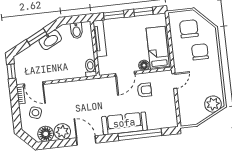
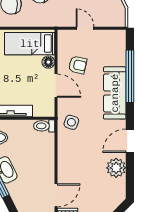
door: (174, 81) -> (85, 28), moved
armchair: (144, 90) -> (78, 65), turned 102
side table: (35, 113) -> (71, 122), moved
floor lamp: (46, 134) -> (117, 188), removed

